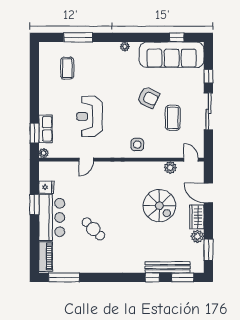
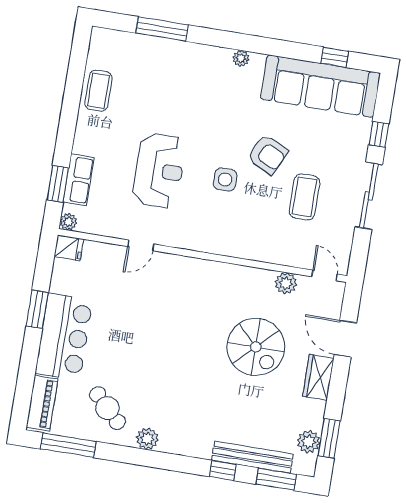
coffee table: (67, 68) -> (98, 91), moved
reception desk: (89, 116) -> (159, 171), turned 180
side table: (137, 145) -> (225, 180), moved
fridge: (46, 187) -> (69, 248), moved
cafe table: (93, 229) -> (107, 408), moved
plant: (197, 236) -> (309, 442), moved
plant: (107, 267) -> (147, 439), added

